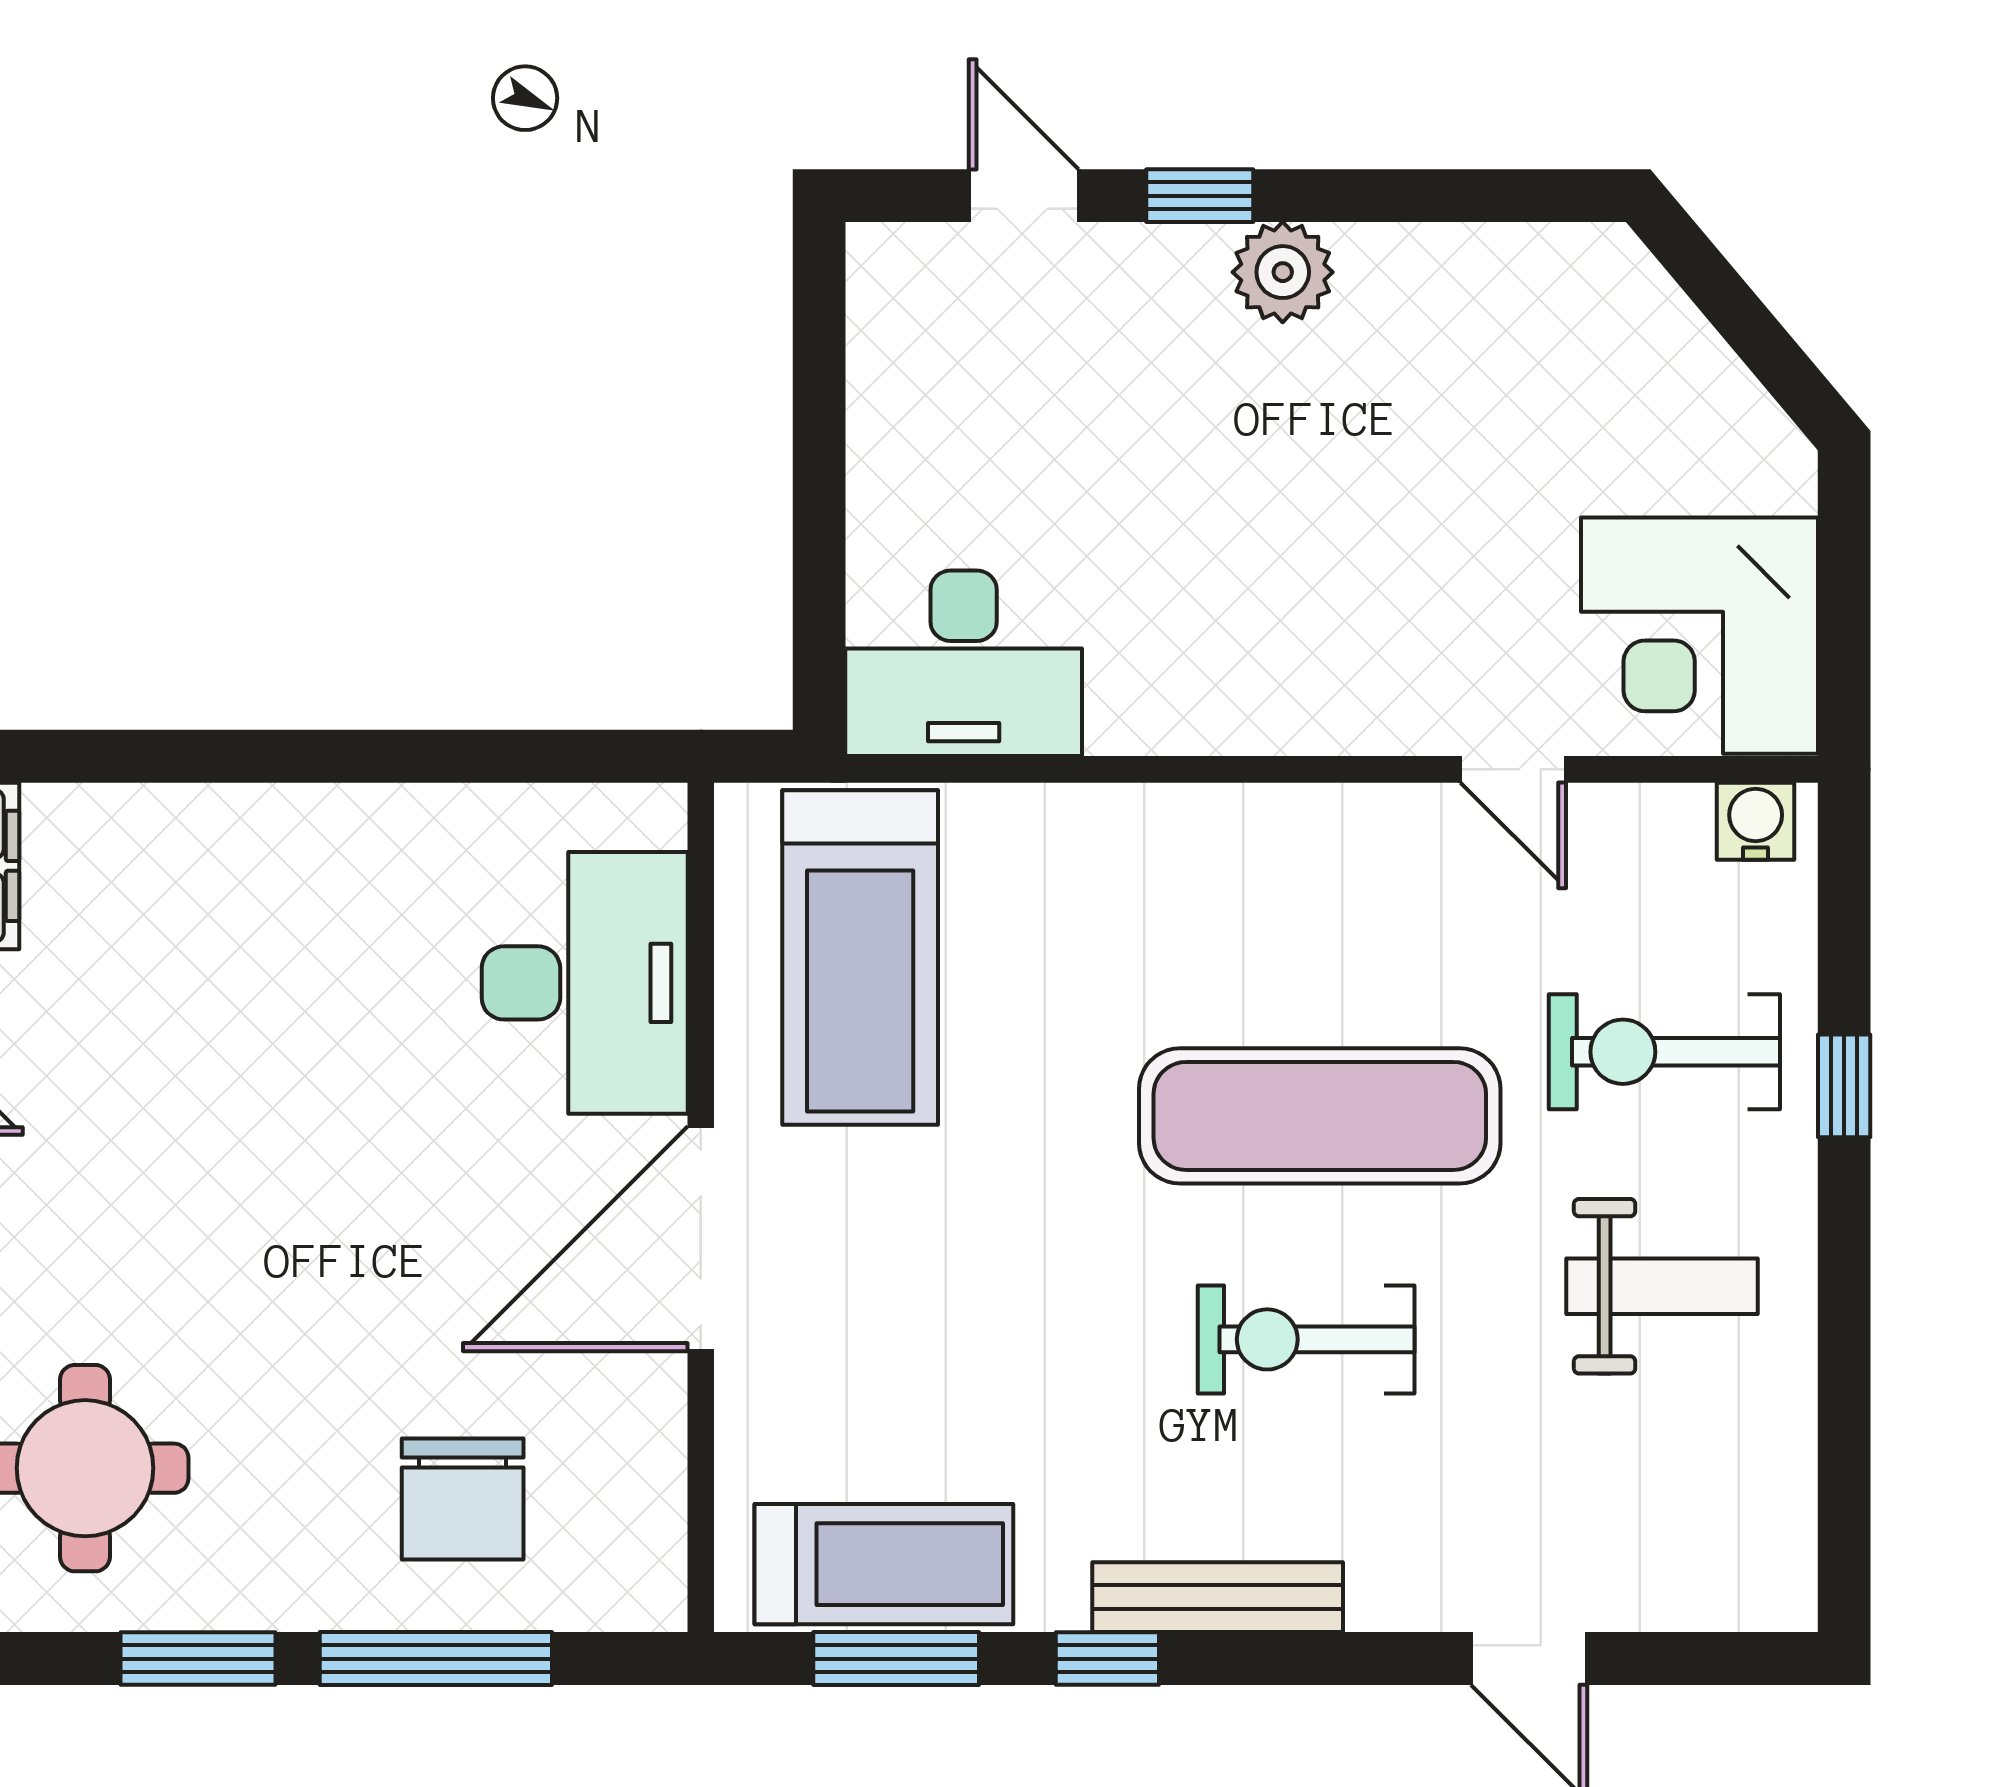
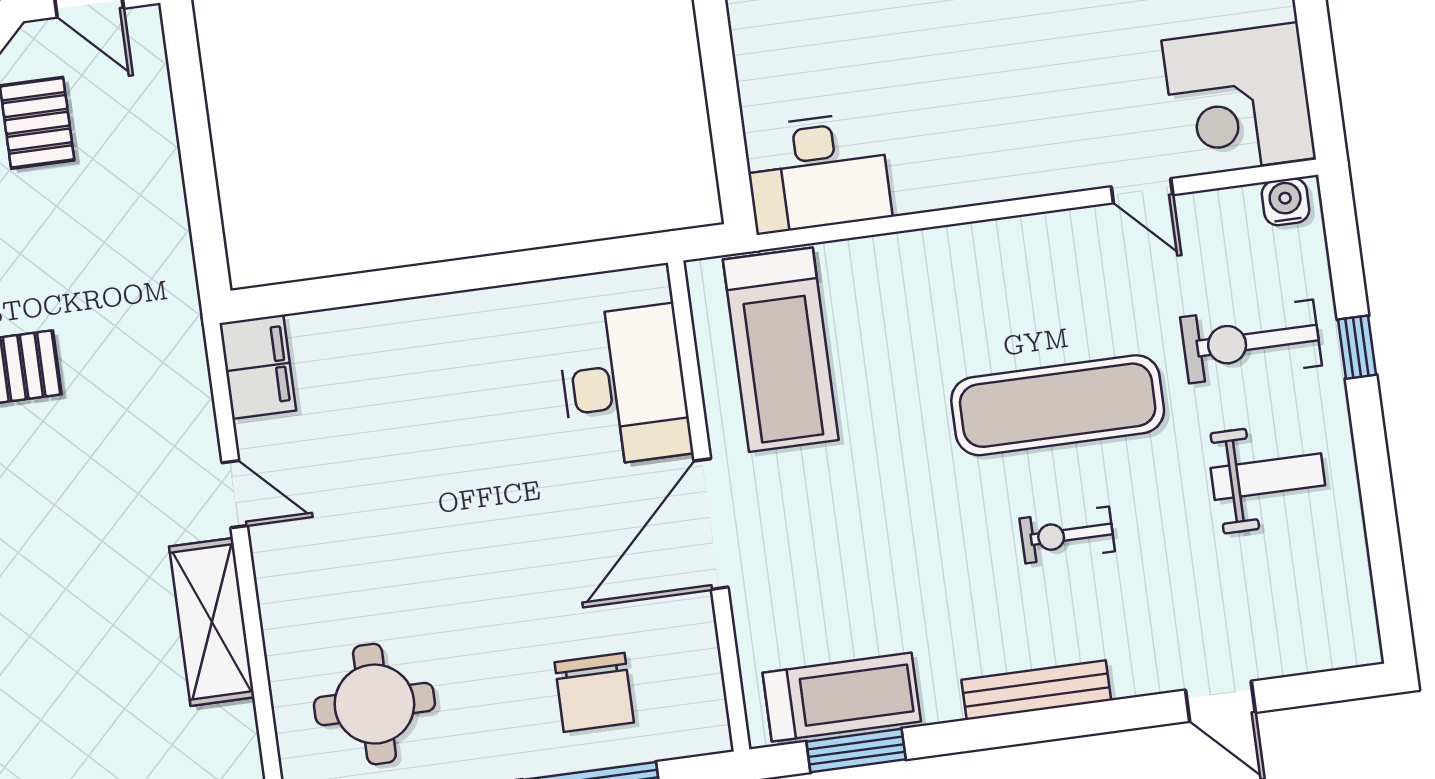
exercise bike: (1306, 1339) -> (1067, 535), width x0.73, depth x0.72
window: (1107, 1659) -> (978, 734), removed

